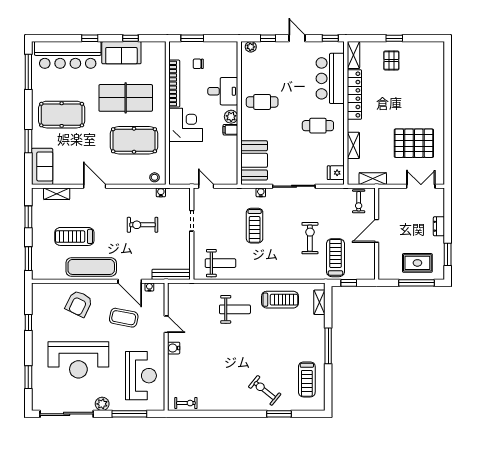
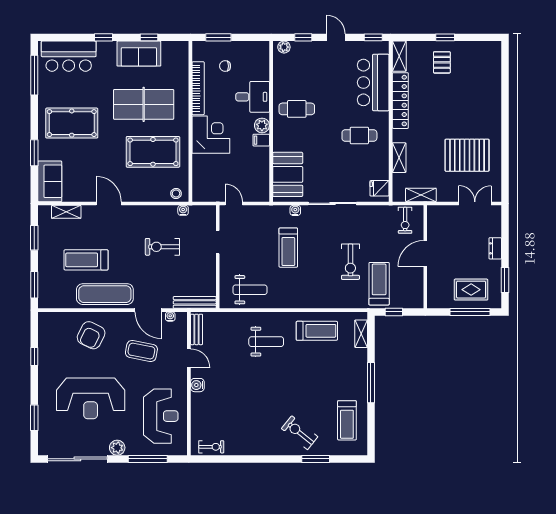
bar counter: (68, 55) -> (69, 56), width x0.73
exercise bike: (310, 238) -> (350, 262), turned 180
bench: (173, 298) -> (197, 329), added

